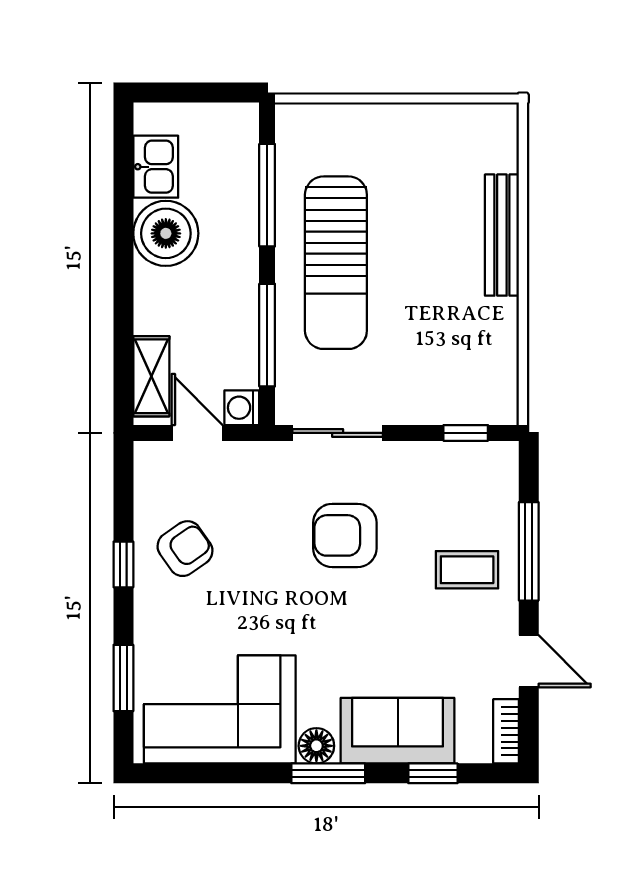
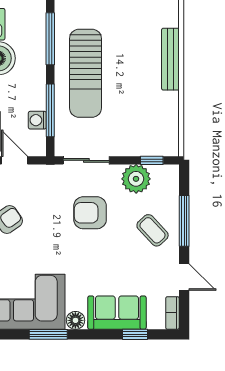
washing machine: (242, 408) -> (37, 120), moved
plant: (435, 469) -> (136, 179), added
coffee table: (467, 570) -> (153, 230), turned 47
window: (328, 773) -> (48, 334), moved

